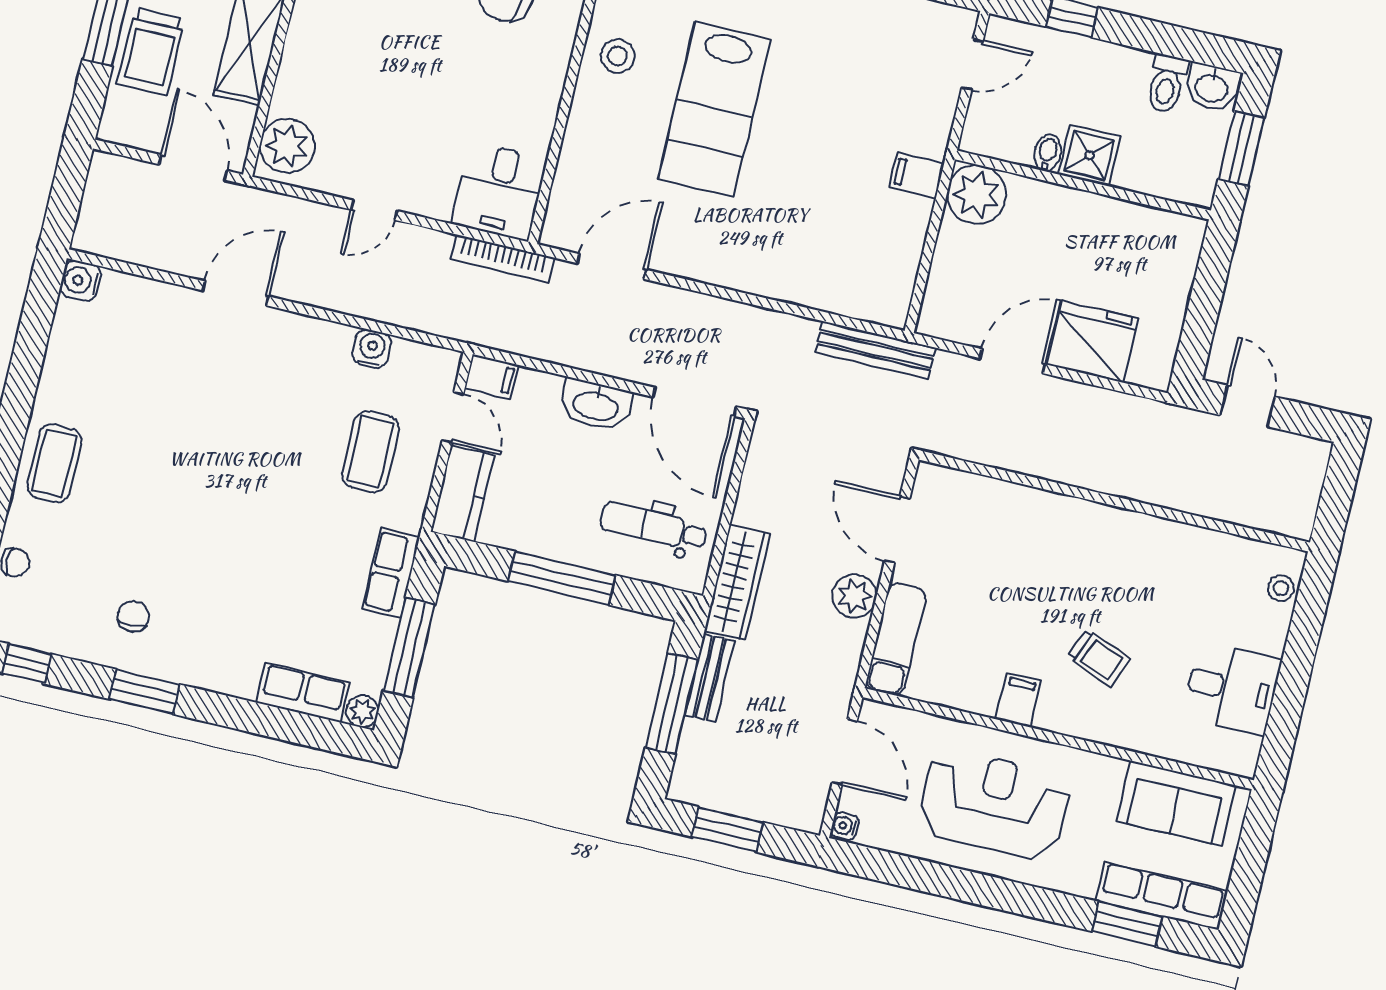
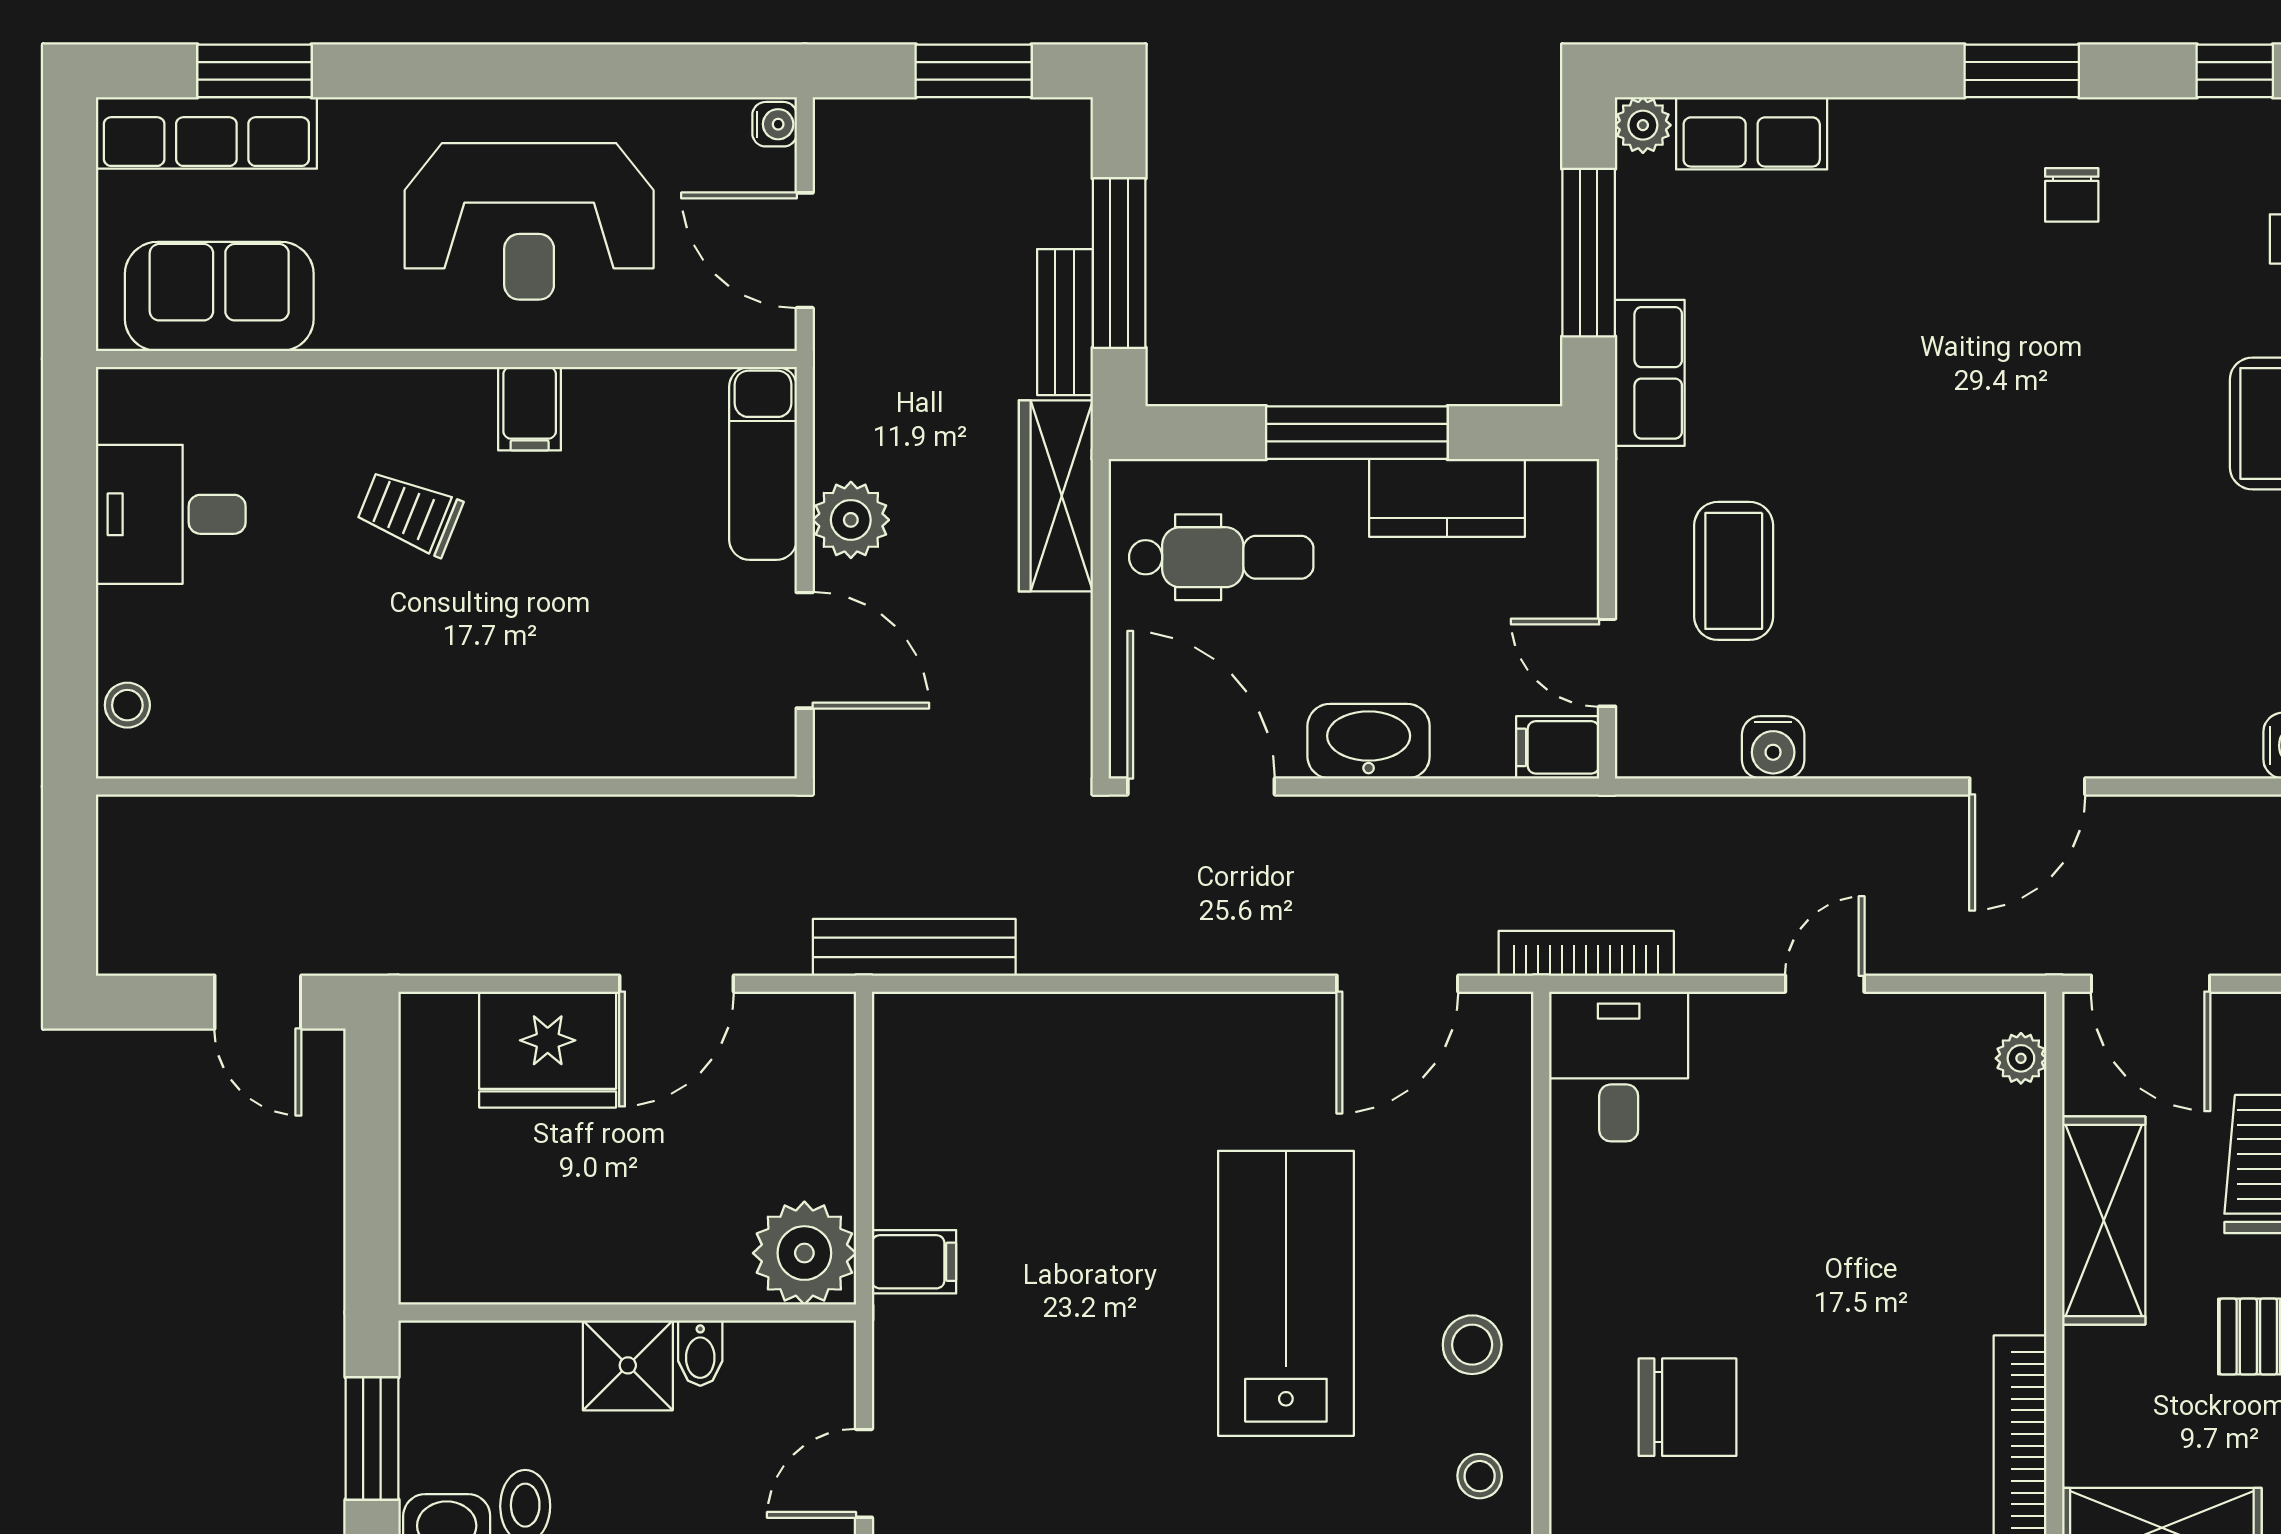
plant: (287, 146) -> (2021, 1058), width x0.53, depth x0.53
kitchen counter: (462, 493) -> (1447, 498), moved, turned -90

